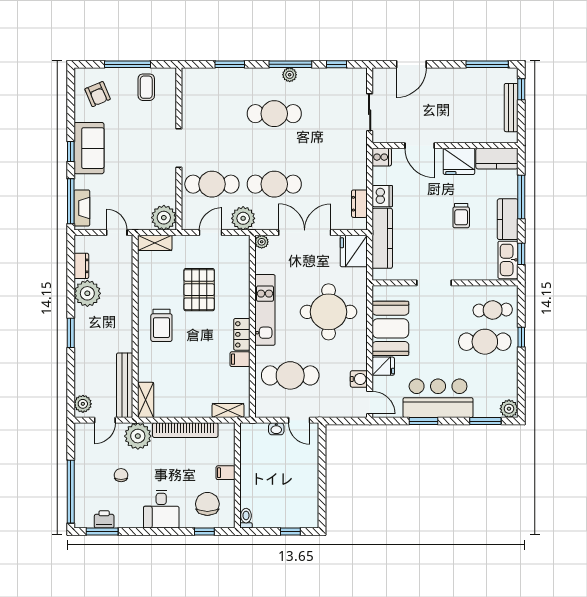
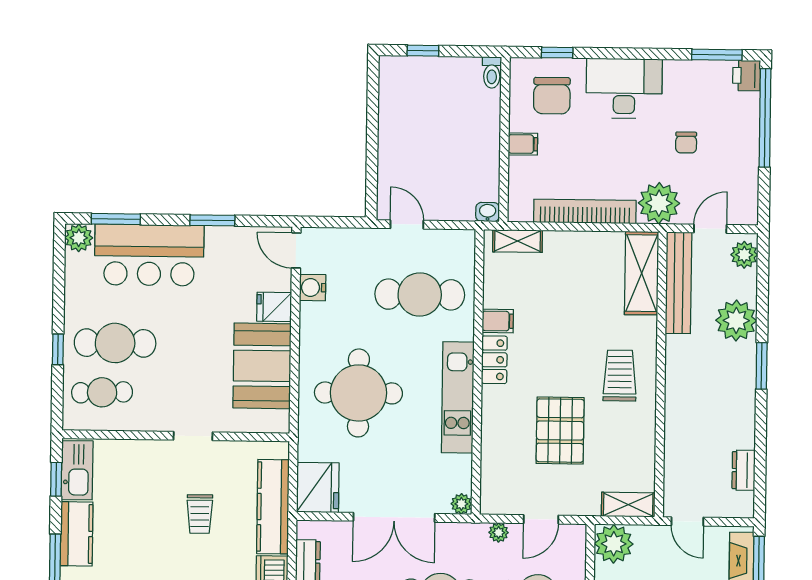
trolley: (461, 216) -> (200, 514), moved, turned 180
plant: (243, 218) -> (499, 533), width x0.53, depth x0.53
doorway: (434, 283) -> (193, 436), width x0.73
plant: (87, 293) -> (736, 320), moved
bar counter: (438, 398) -> (149, 255), moved
shelving: (146, 400) -> (642, 273), width x1.50, depth x1.33
washbasin: (276, 429) -> (488, 212), moved
desk: (161, 509) -> (624, 88), width x1.37
printer: (104, 519) -> (747, 76), moved, turned 90

